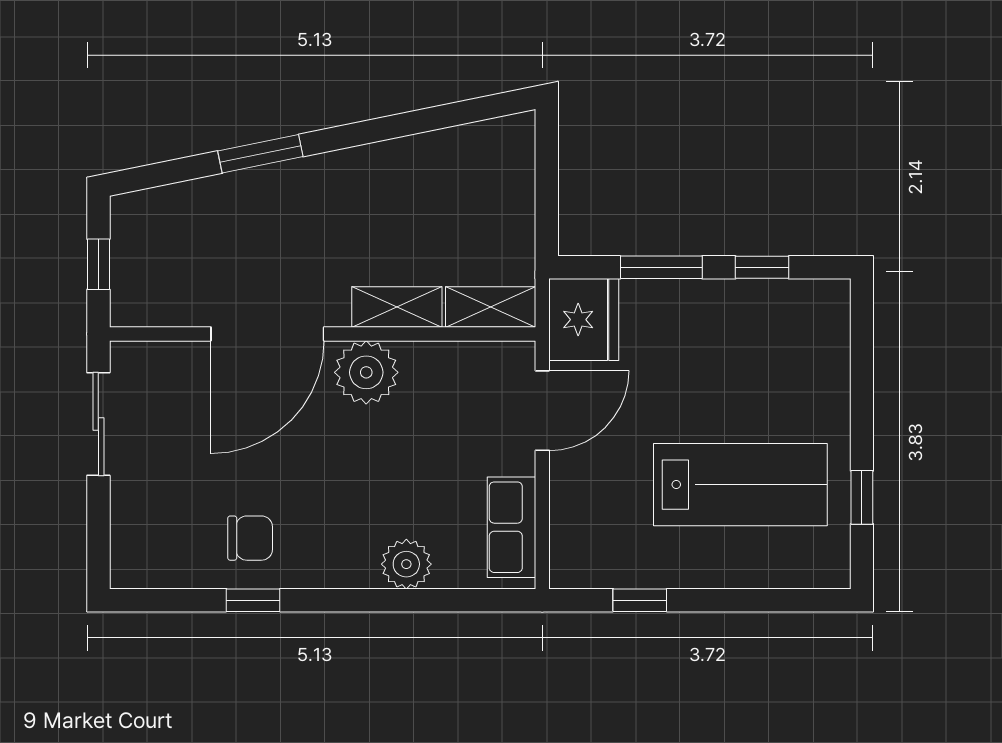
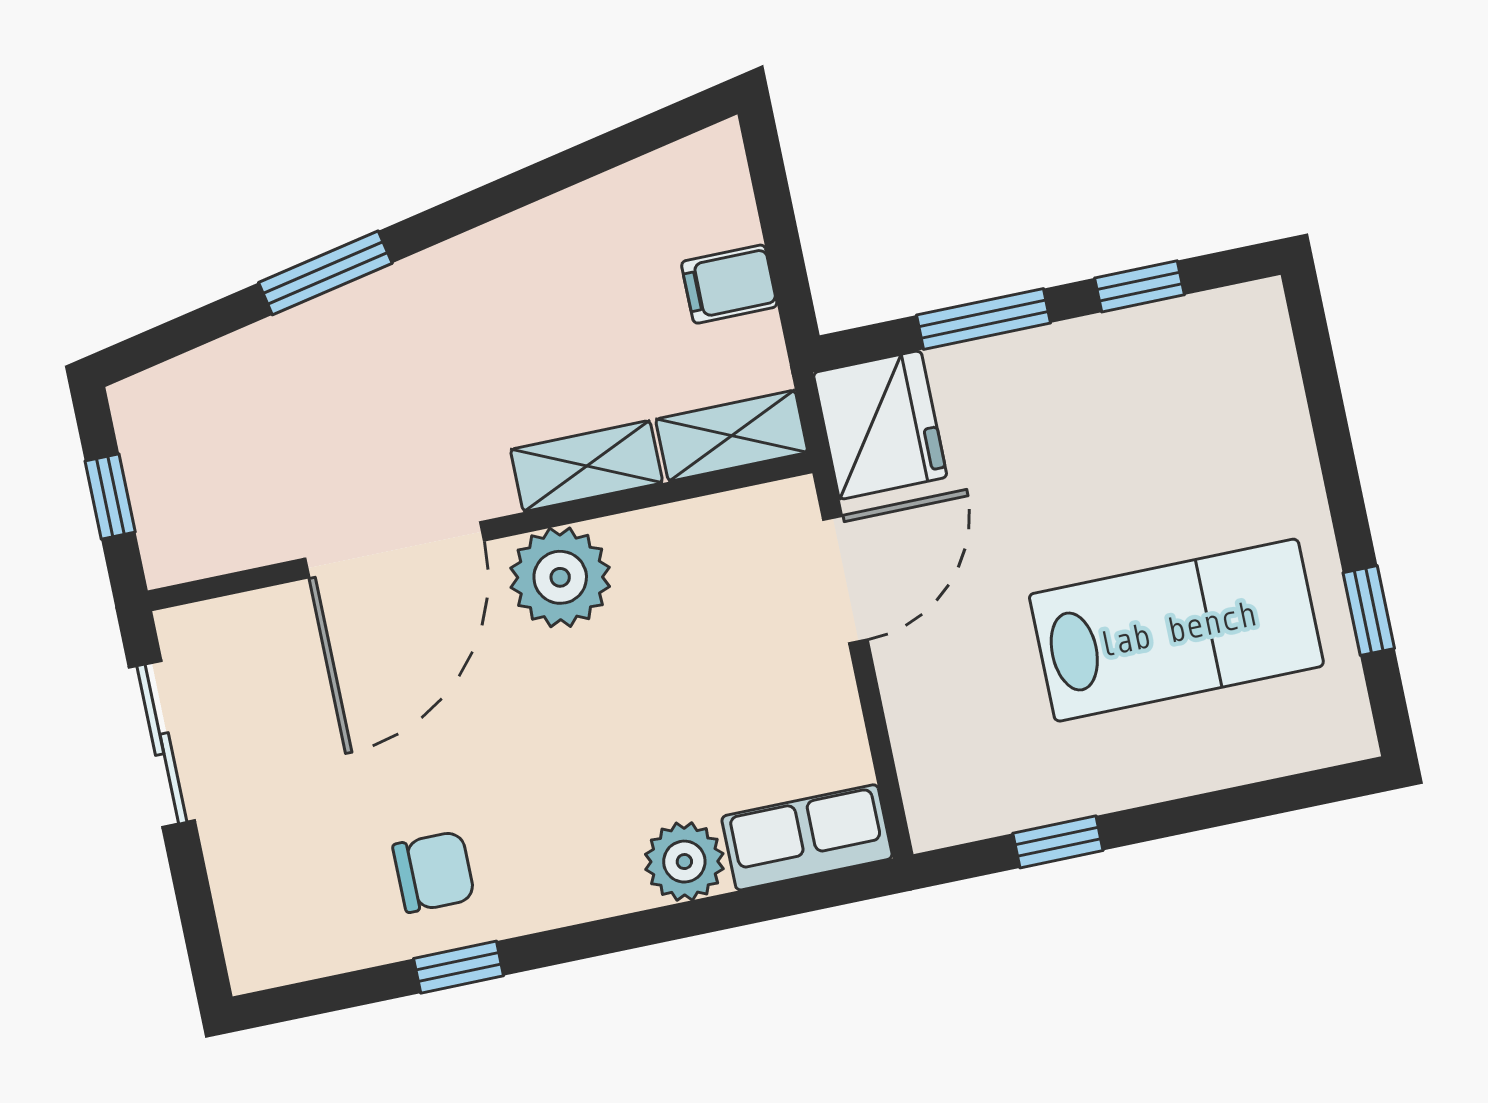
filing cabinet: (509, 213) -> (729, 284), added
row of seats: (512, 527) -> (807, 837), moved, turned 90

